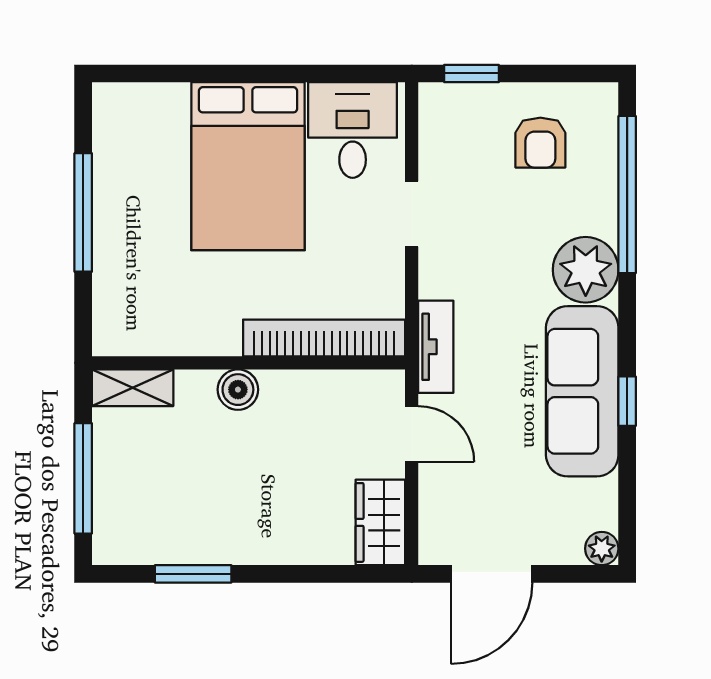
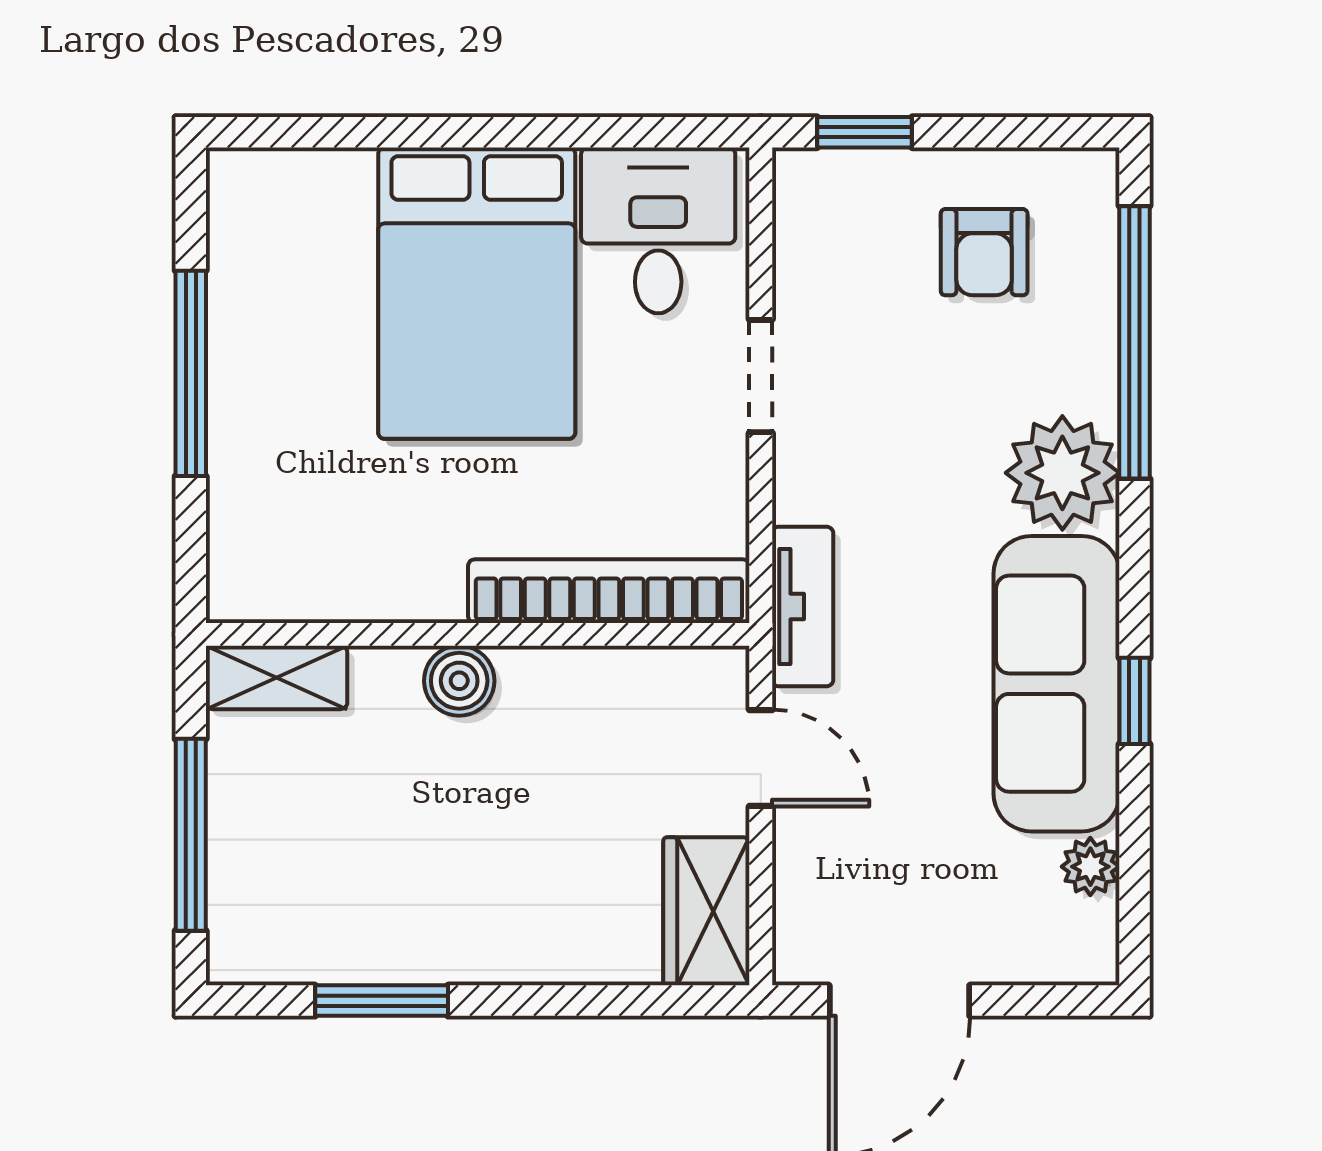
plant: (602, 549) -> (1090, 867), moved

